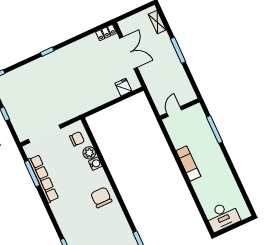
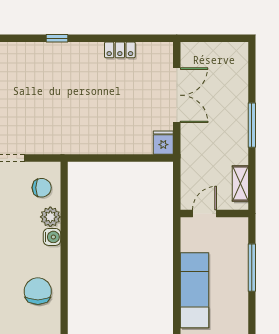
shelving: (157, 22) -> (240, 184), moved
locker: (106, 33) -> (120, 50), moved
fridge: (123, 87) -> (163, 143), moved
exam couch: (188, 164) -> (194, 290), width x1.36, depth x1.45

